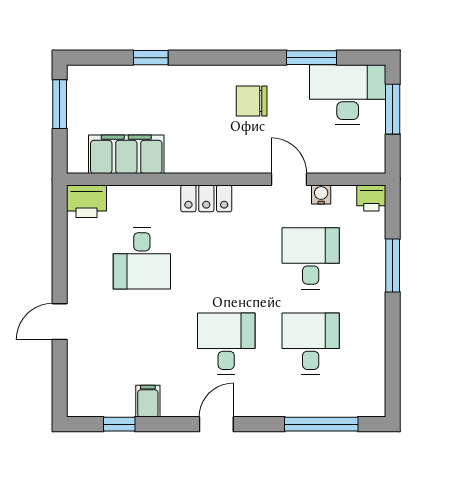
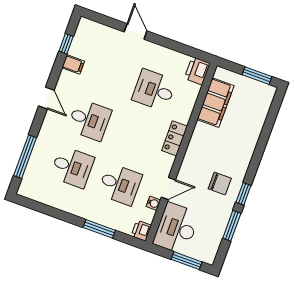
window: (151, 58) -> (243, 194), moved
desk: (348, 94) -> (176, 228), moved, turned 180
chair: (252, 101) -> (220, 183), turned 90

